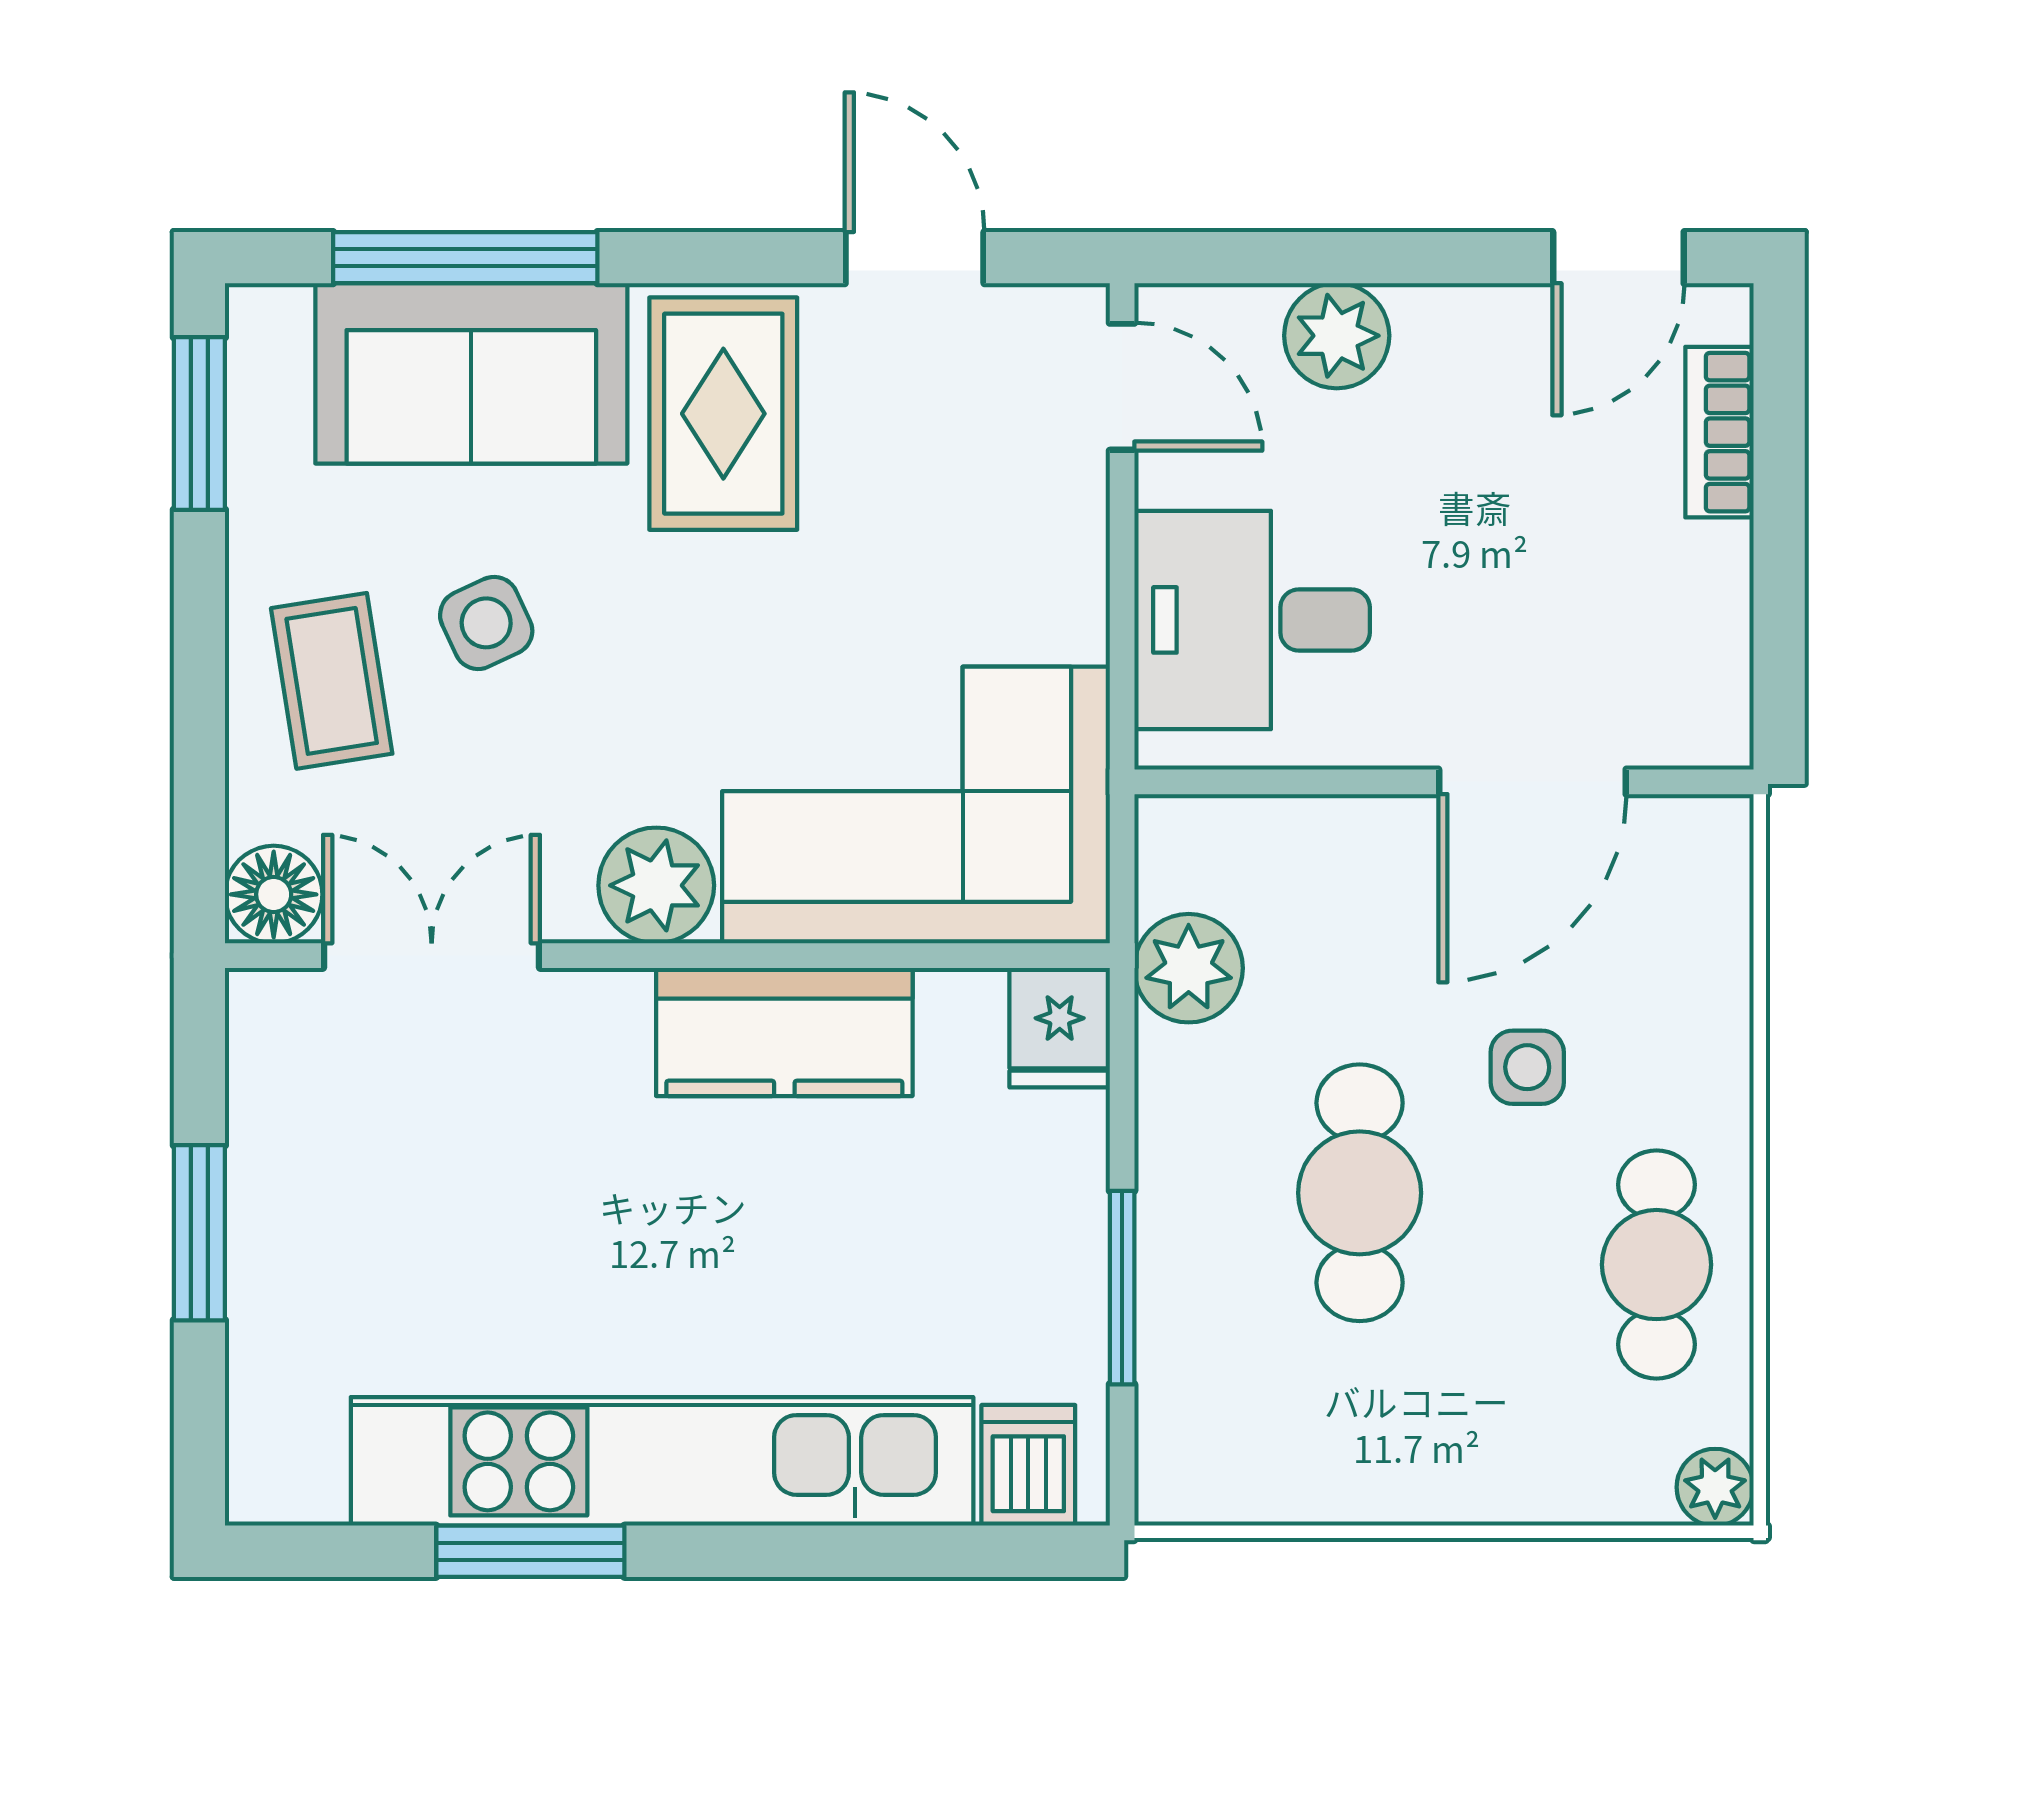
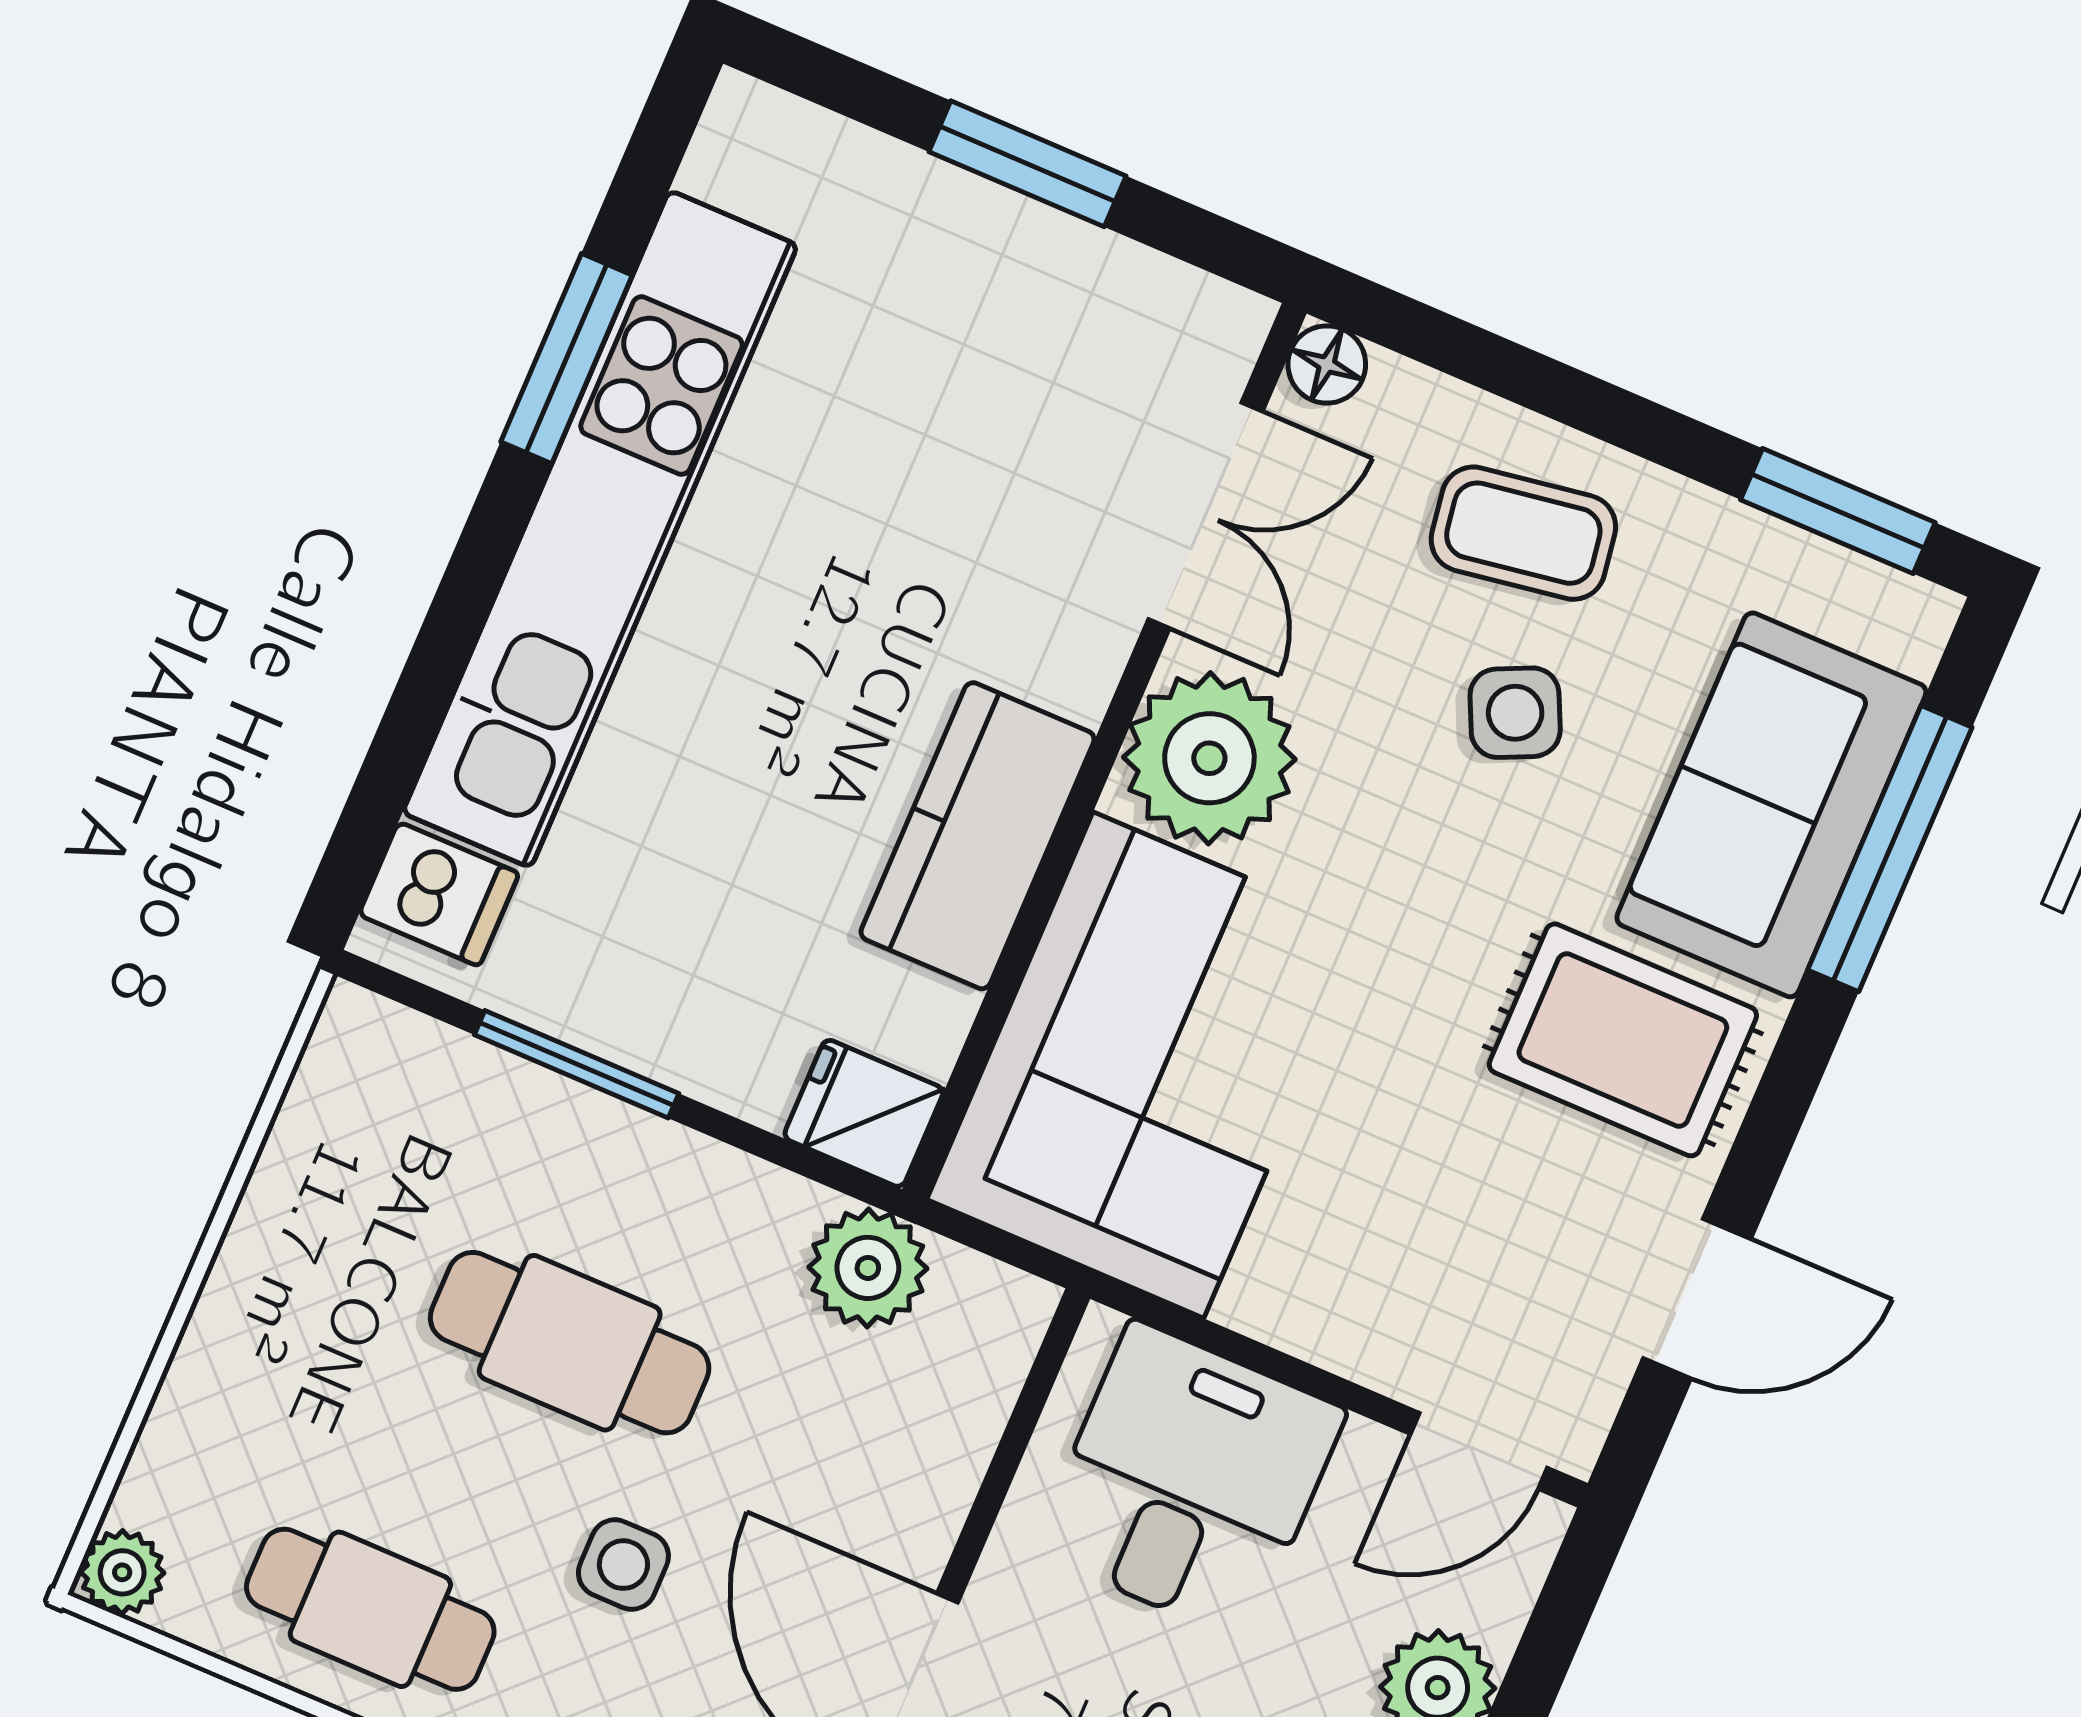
plant: (656, 885) -> (1209, 758), width x1.36, depth x1.36
floor lamp: (274, 894) -> (1327, 364), width x0.73, depth x0.73

